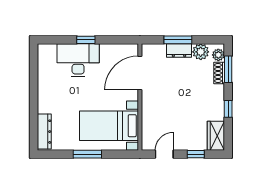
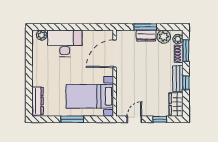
window: (86, 40) -> (71, 27), removed
plant: (49, 50) -> (42, 35), added
bench: (218, 104) -> (178, 78), added

